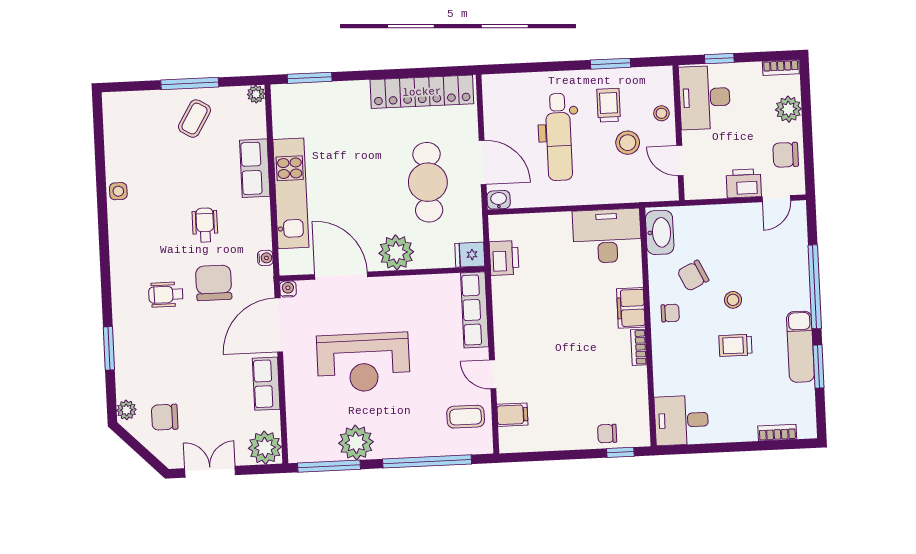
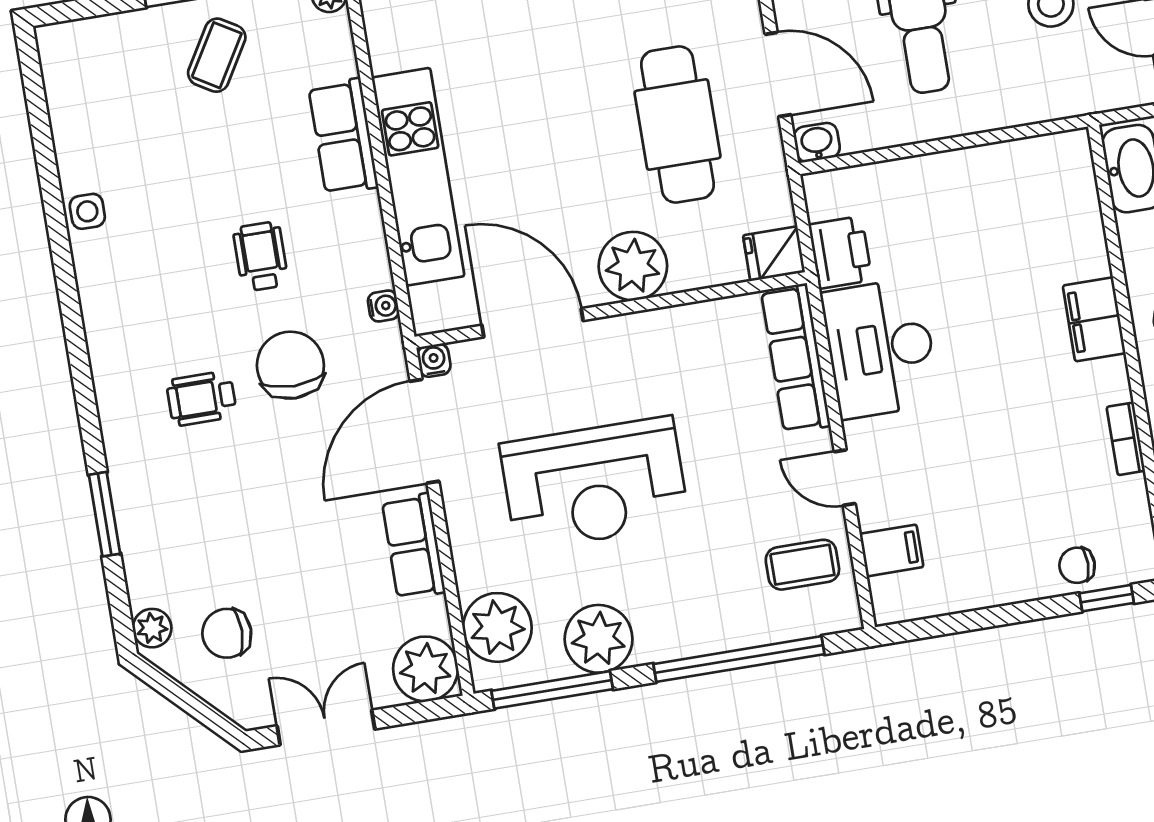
desk: (607, 236) -> (880, 348), moved, turned -90
bookcase: (639, 347) -> (1126, 439), moved
plant: (304, 431) -> (497, 627), added

